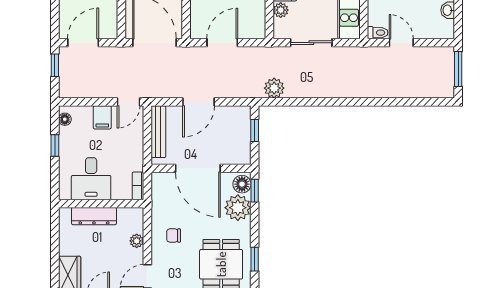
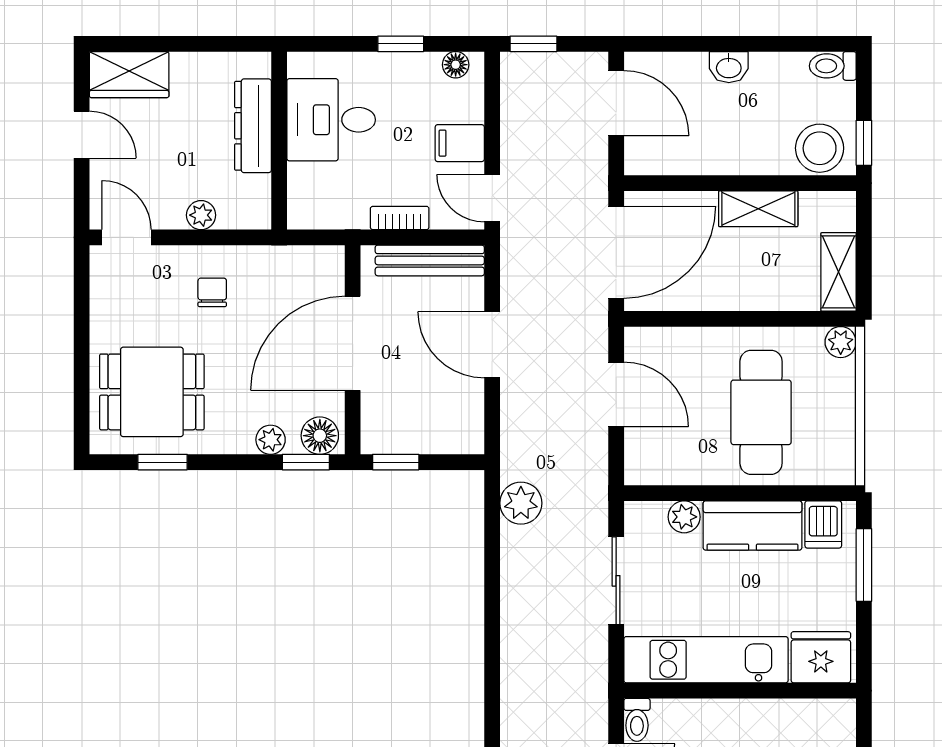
window: (55, 65) -> (533, 44), moved
window: (255, 130) -> (396, 462), moved
bookcase: (138, 186) -> (400, 218), moved
plant: (238, 208) -> (271, 440), width x0.53, depth x0.53

